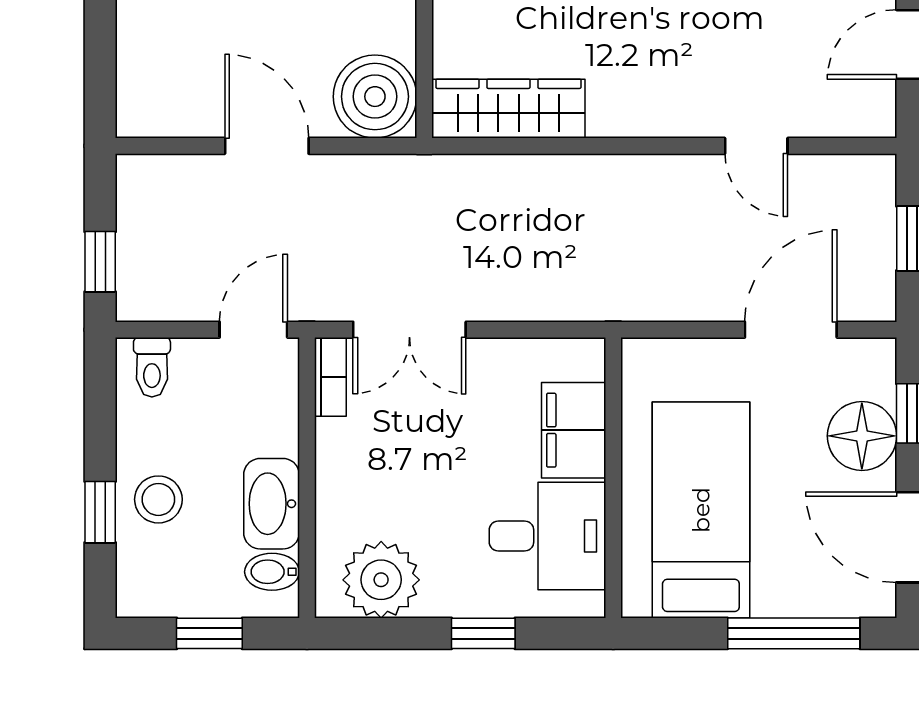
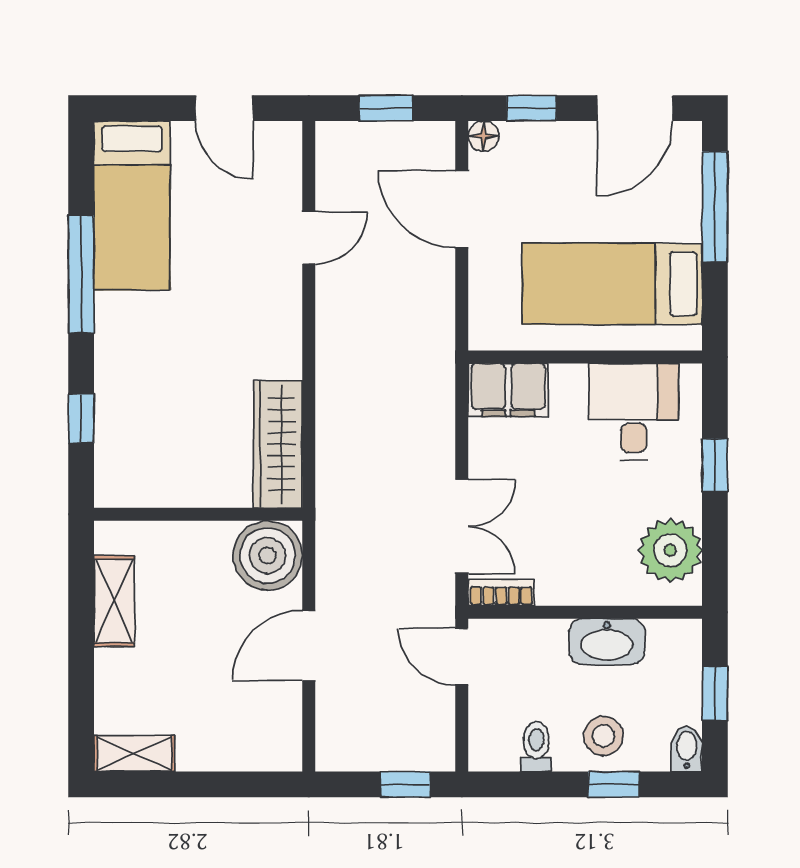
toilet: (152, 367) -> (536, 747), moved, turned -90
filing cabinet: (574, 430) -> (508, 390), moved
floor lamp: (862, 436) -> (484, 136), moved, width x0.53, depth x0.53
bidet: (272, 572) -> (687, 749), moved, turned 180

